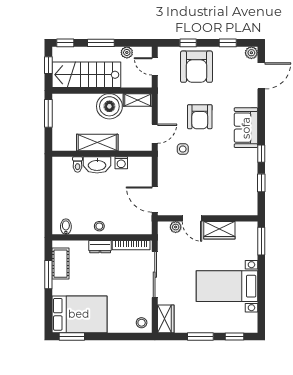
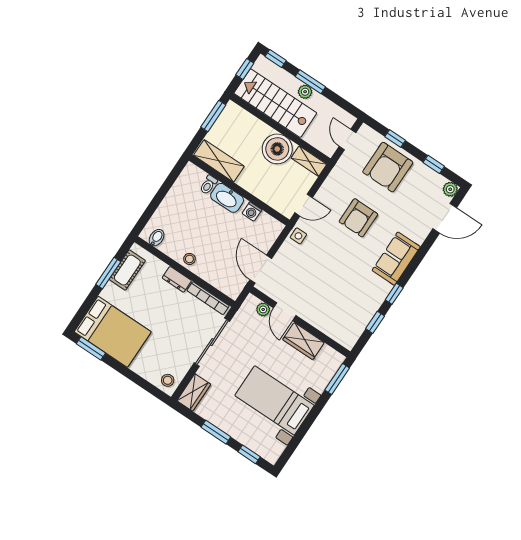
plant: (127, 52) -> (305, 92), moved
shelving: (97, 143) -> (219, 161), moved
side table: (183, 149) -> (298, 236), moved

